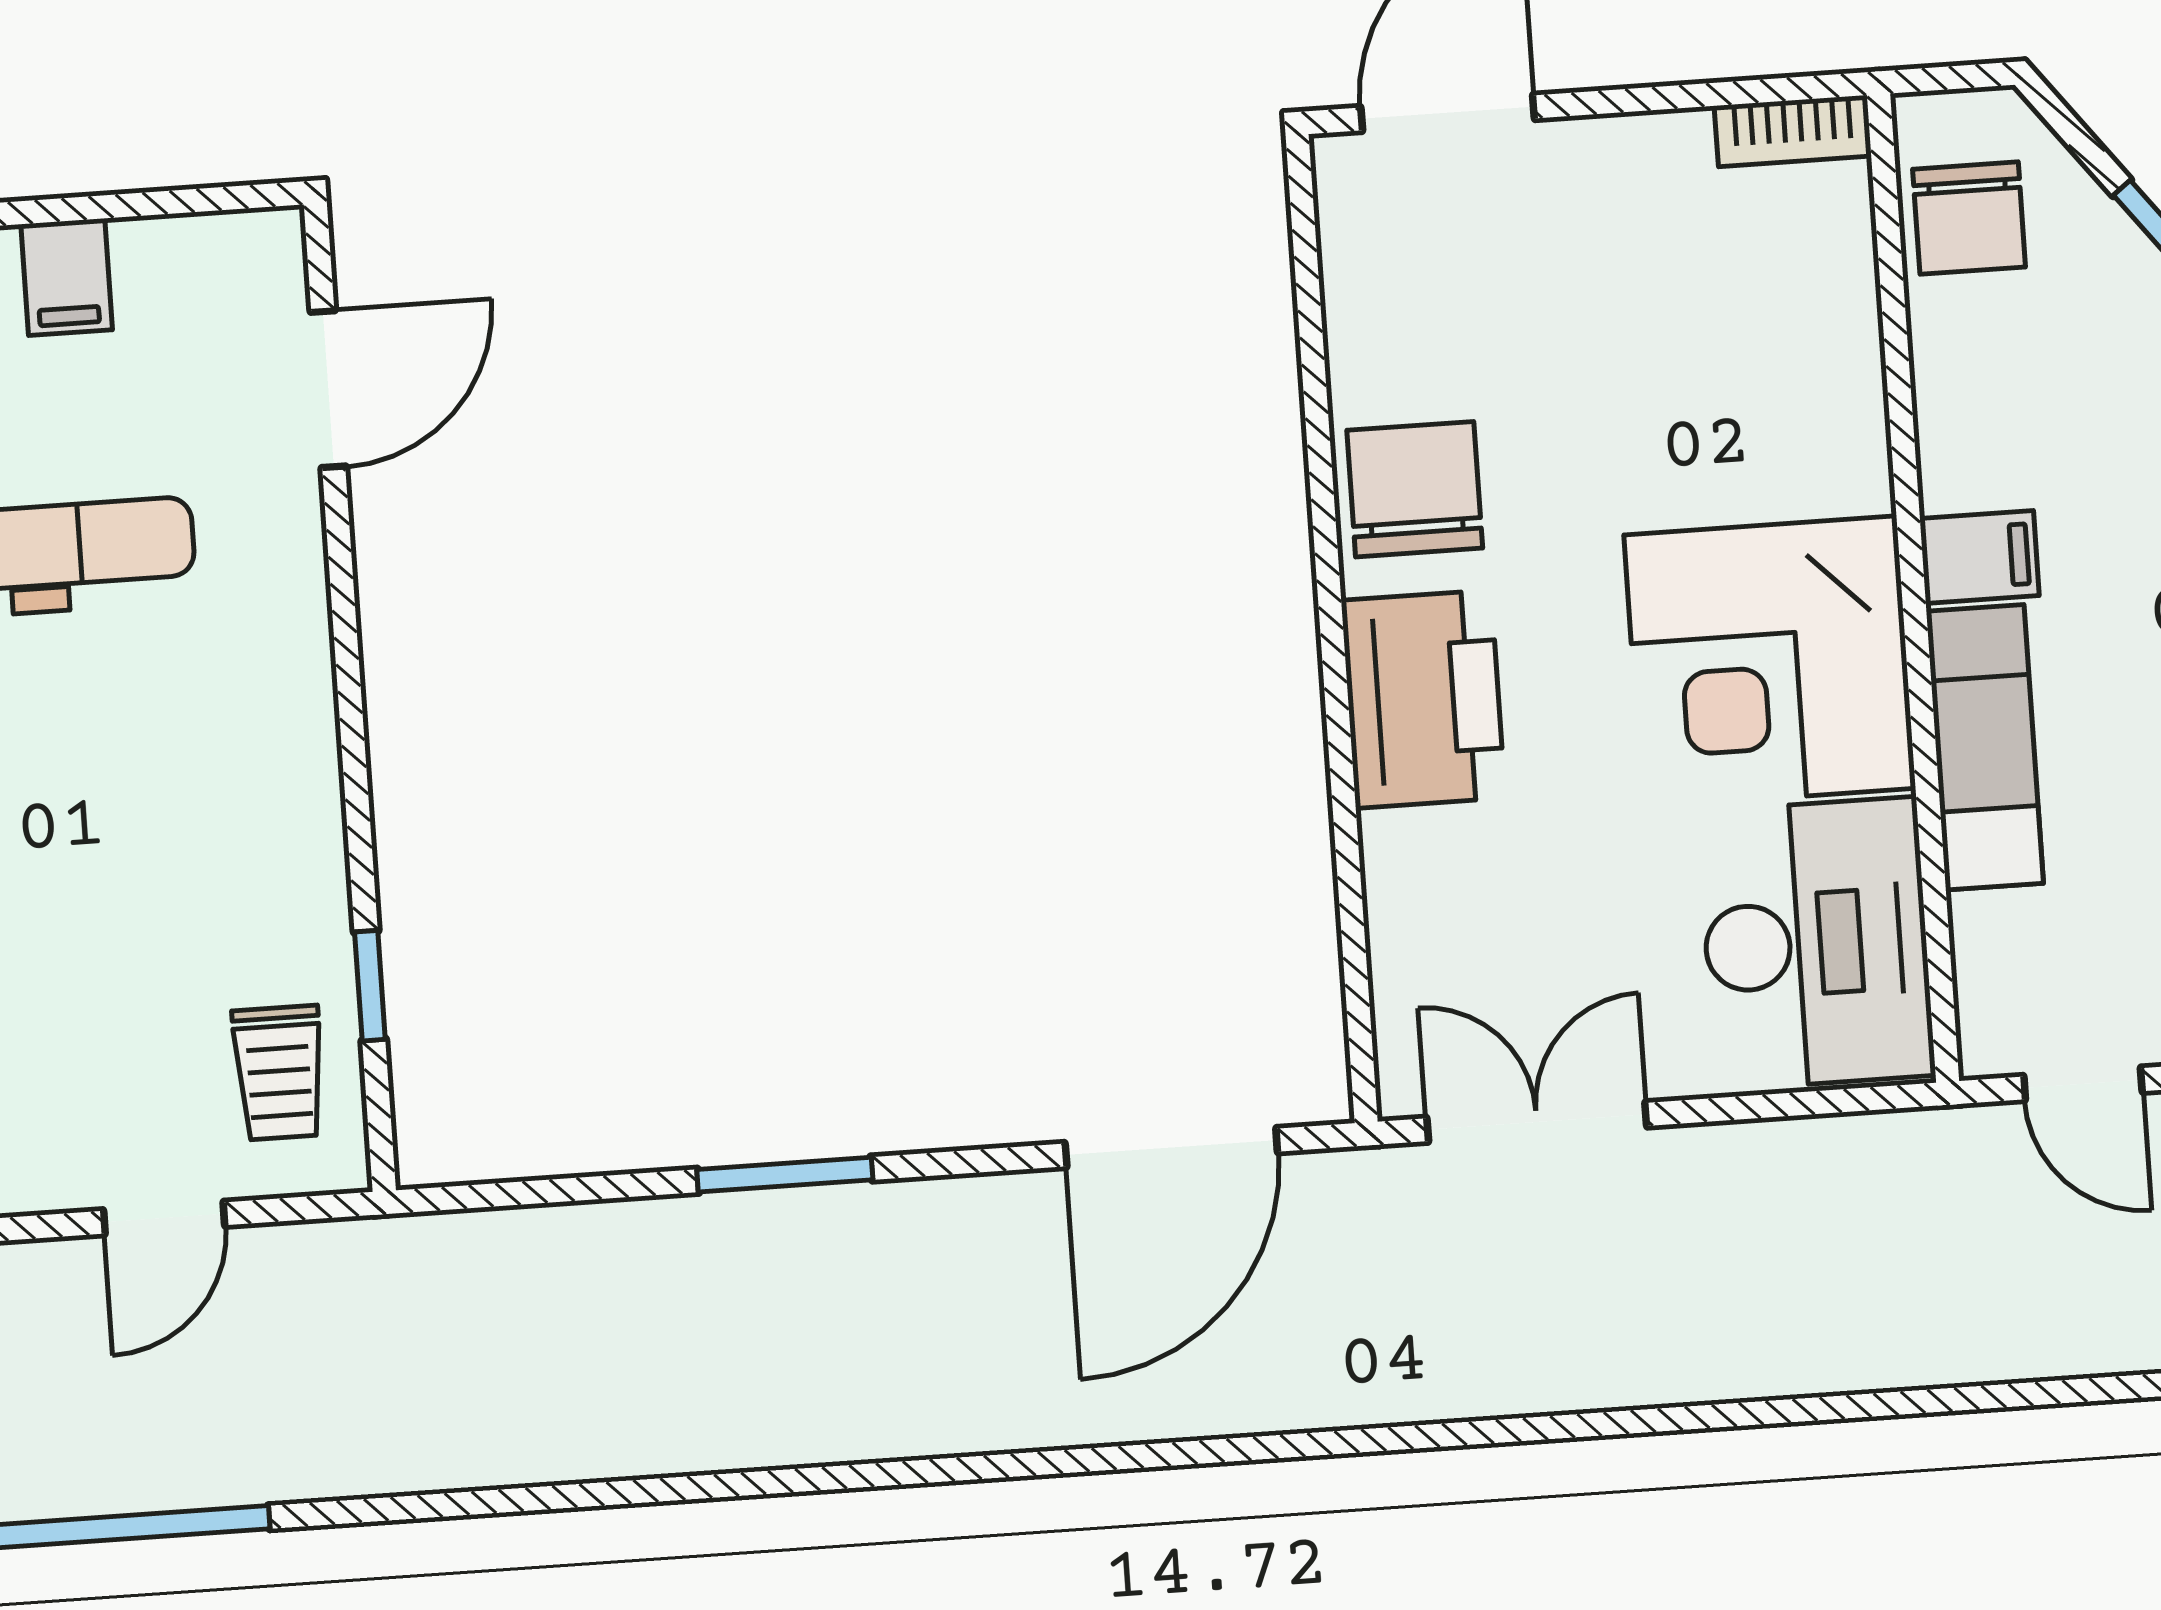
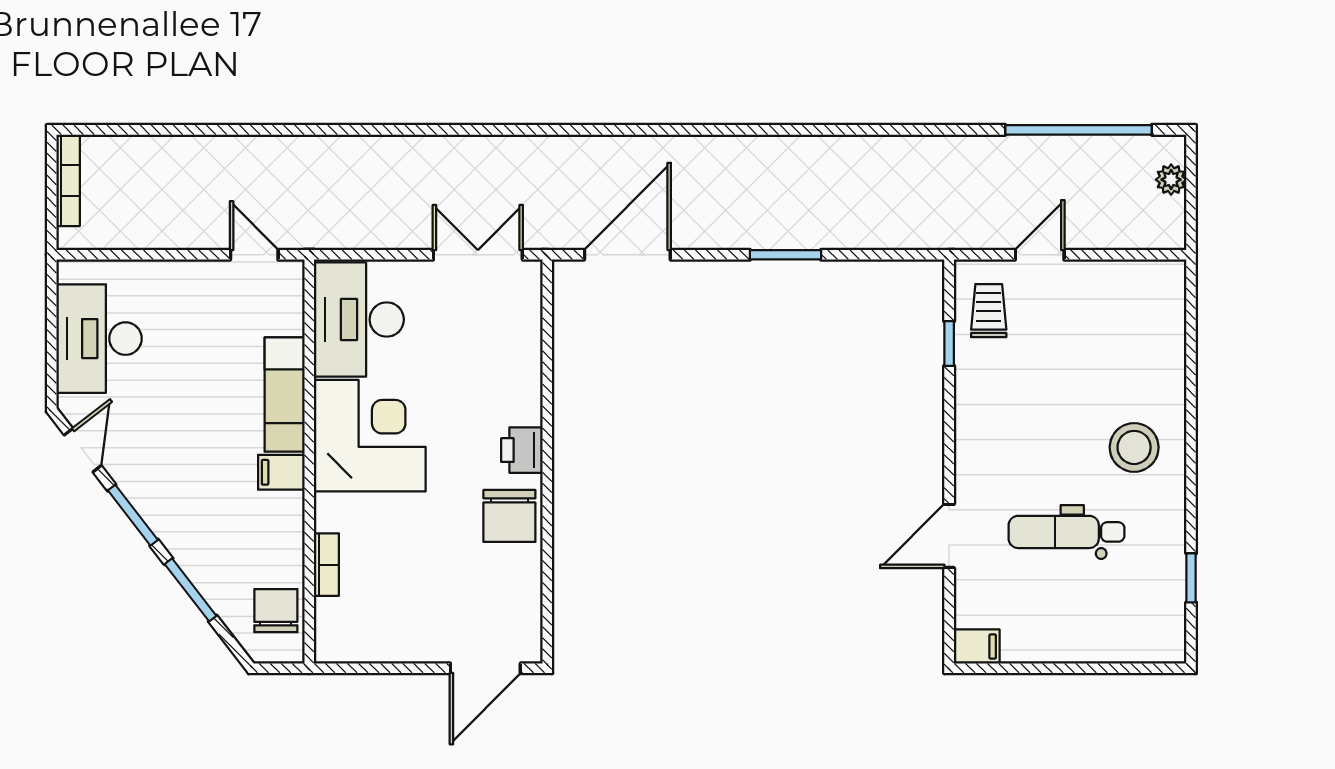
bookcase: (1793, 131) -> (326, 565), moved, turned 90
filing cabinet: (67, 277) -> (977, 646), moved, turned 90
door: (328, 389) -> (949, 536), moved
printer: (1423, 699) -> (522, 450), width x0.53, depth x0.68
double door: (1537, 1122) -> (478, 255), swing flipped

